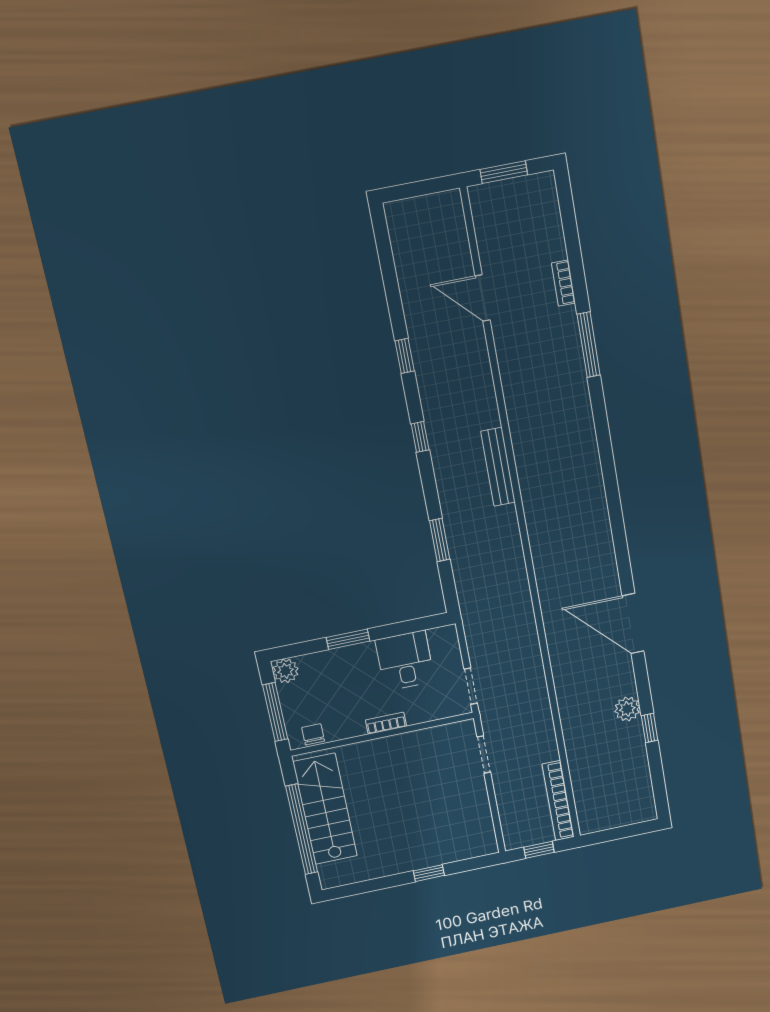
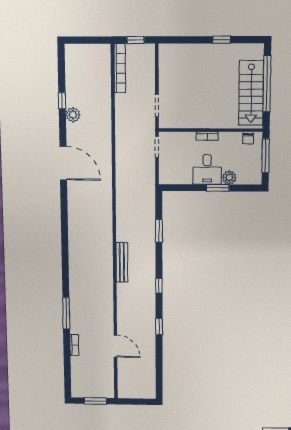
desk: (405, 661) -> (207, 169), moved
plant: (286, 671) -> (229, 178), moved
window: (429, 873) -> (221, 40), moved

